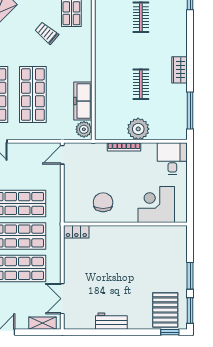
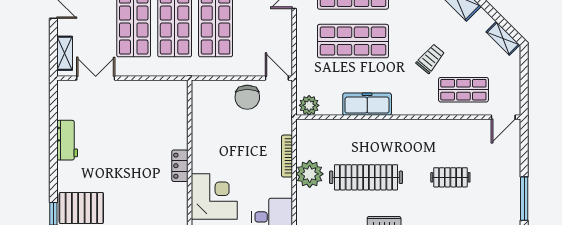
clothes rail: (141, 84) -> (366, 177), width x1.86, depth x1.31
freezer: (83, 101) -> (367, 104), moved
chair: (103, 202) -> (247, 97), moved, turned 90
locker: (76, 232) -> (180, 166), moved

